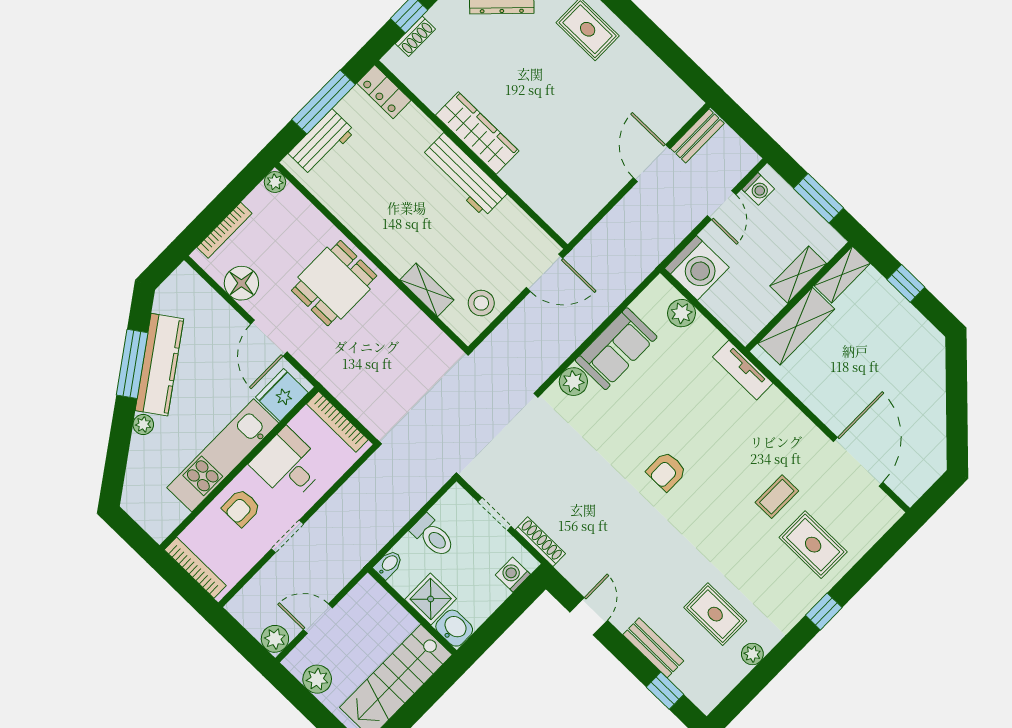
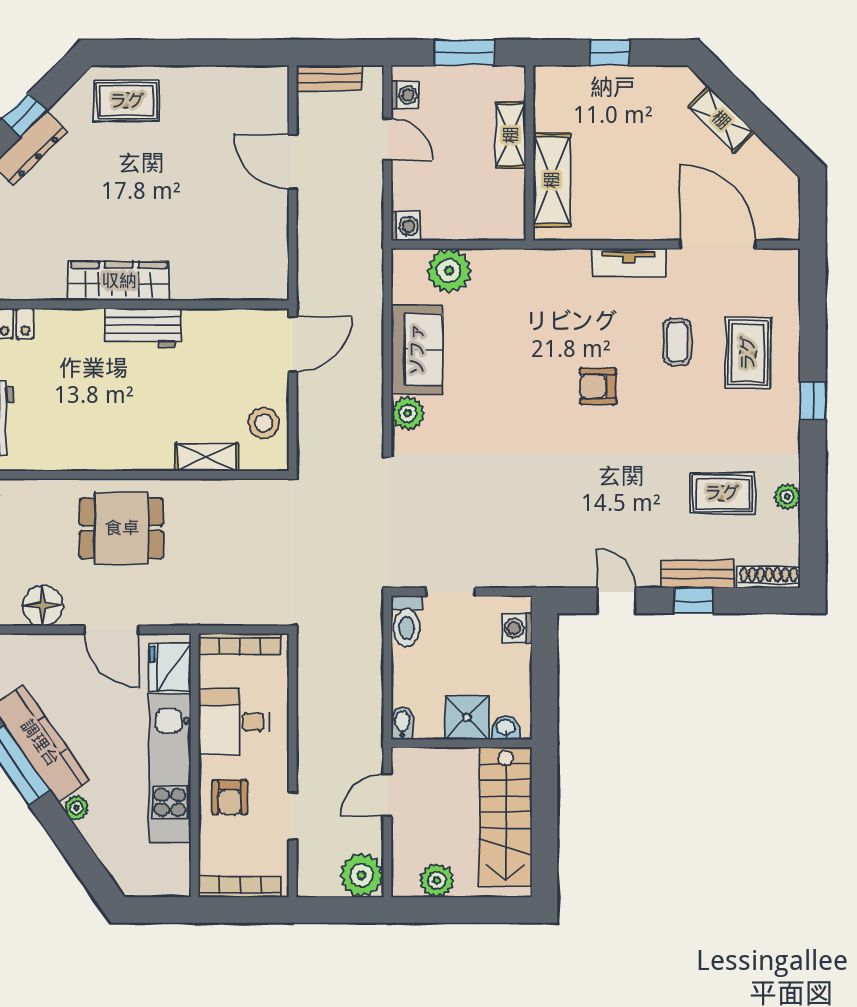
bench: (697, 136) -> (329, 78), moved, turned 90
workbench: (464, 175) -> (142, 328), width x0.73
washing machine: (697, 268) -> (406, 226), width x0.53, depth x0.53
shelving: (842, 275) -> (721, 120), moved, turned -45
dining table: (334, 283) -> (122, 528), turned 90
plant: (682, 313) -> (449, 271), width x1.36, depth x1.36
tv unit: (743, 370) -> (629, 262), moved
armchair: (666, 471) -> (598, 386), moved, turned 90
doorway: (287, 536) -> (293, 816), moved
toilet: (433, 536) -> (407, 621), moved, turned 90
shoe rack: (540, 542) -> (769, 577), moved
rug: (813, 545) -> (748, 353), turned 90
door: (318, 619) -> (387, 795), moved
washbasin: (454, 628) -> (506, 728), width x0.72, depth x0.69
plant: (275, 639) -> (361, 875), width x1.36, depth x1.36
window: (665, 691) -> (693, 601), moved

